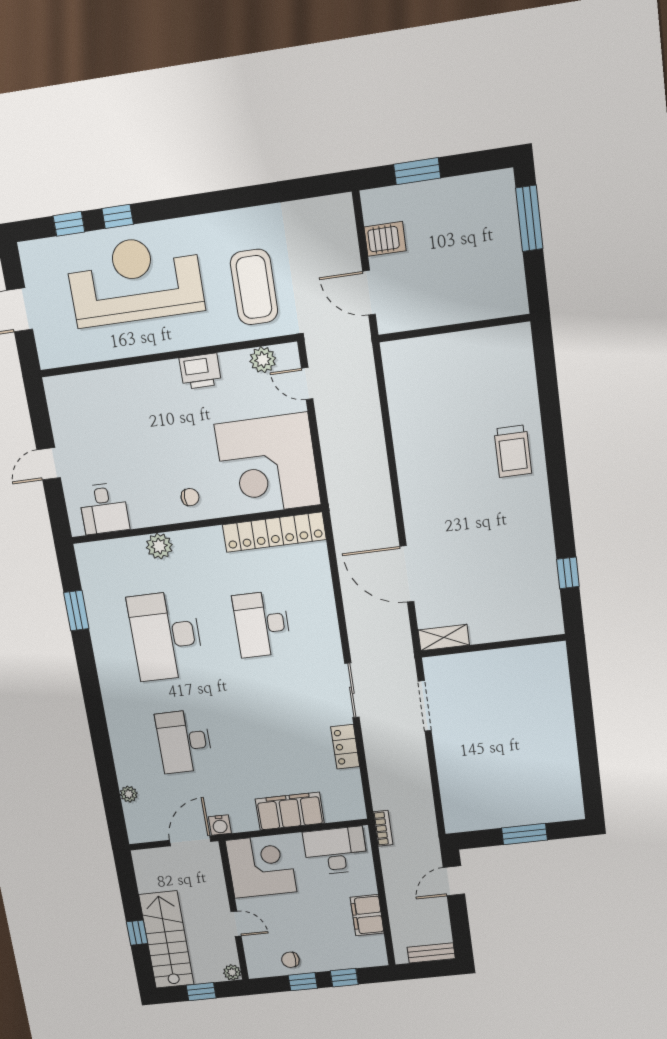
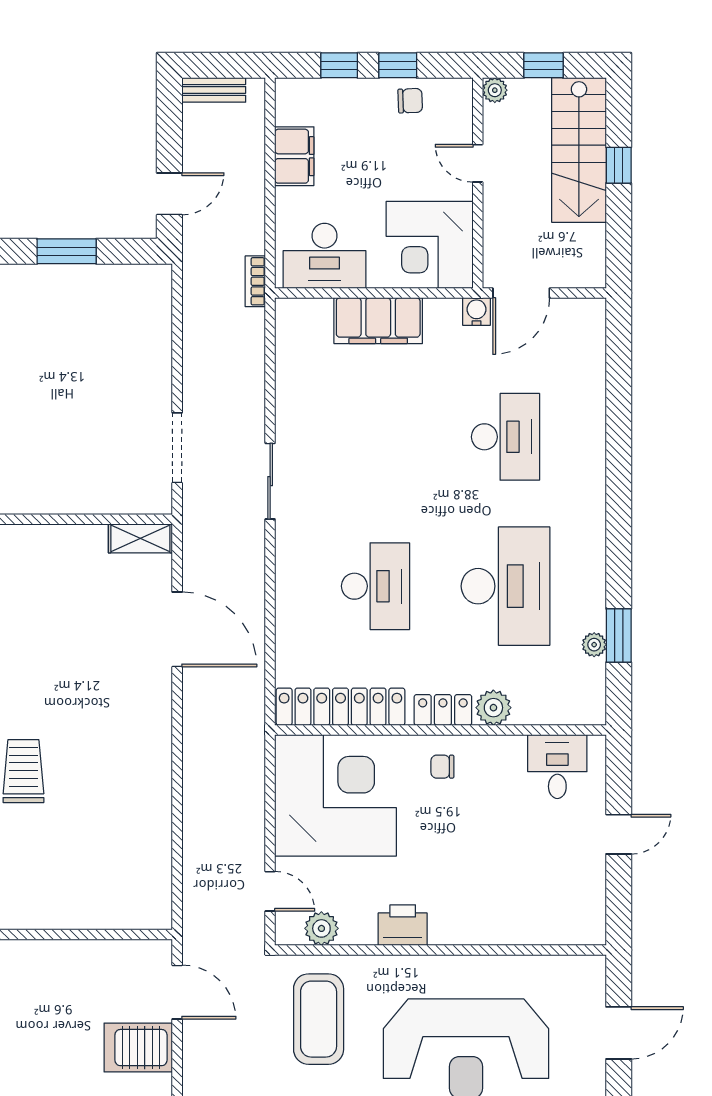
server rack: (385, 239) -> (138, 1048), width x1.36, depth x1.44
locker: (345, 747) -> (443, 710), moved, turned -90
plant: (129, 794) -> (594, 645), moved

